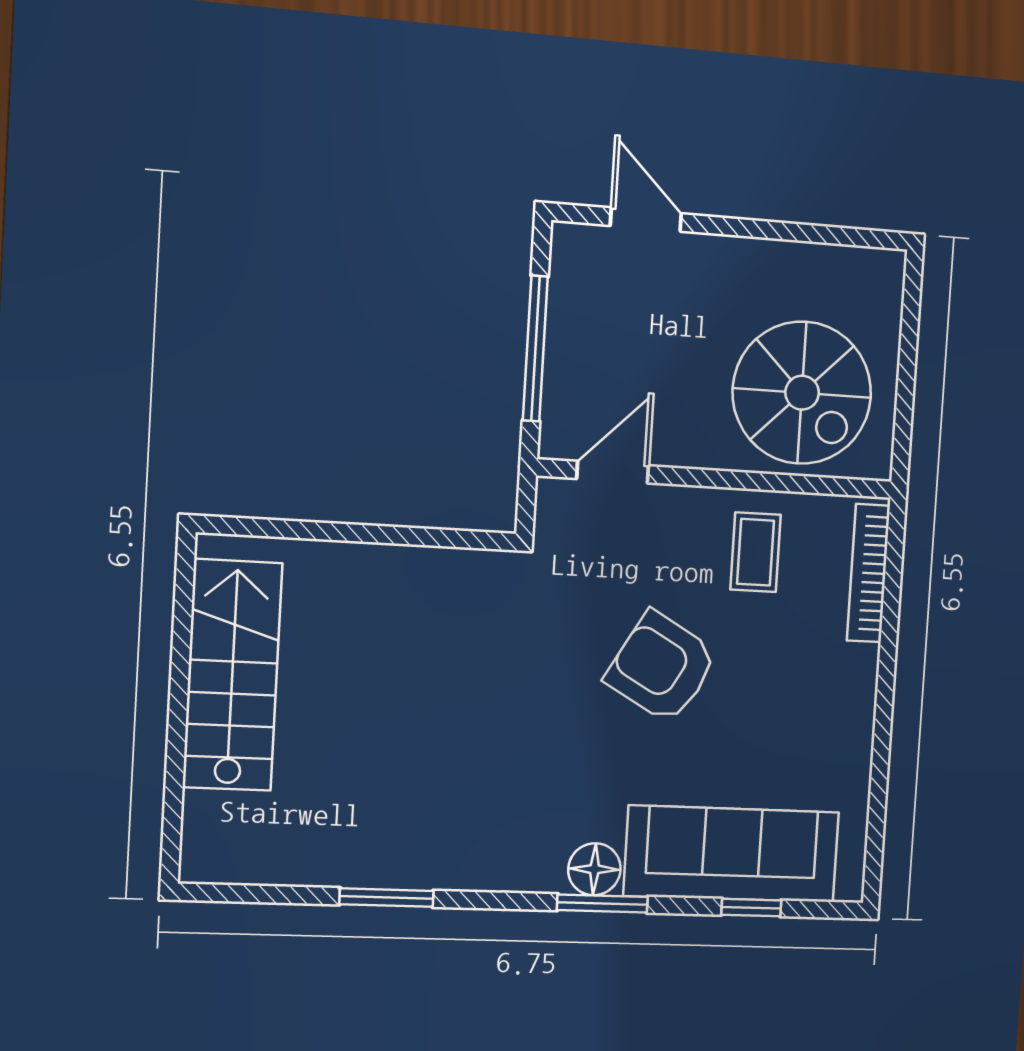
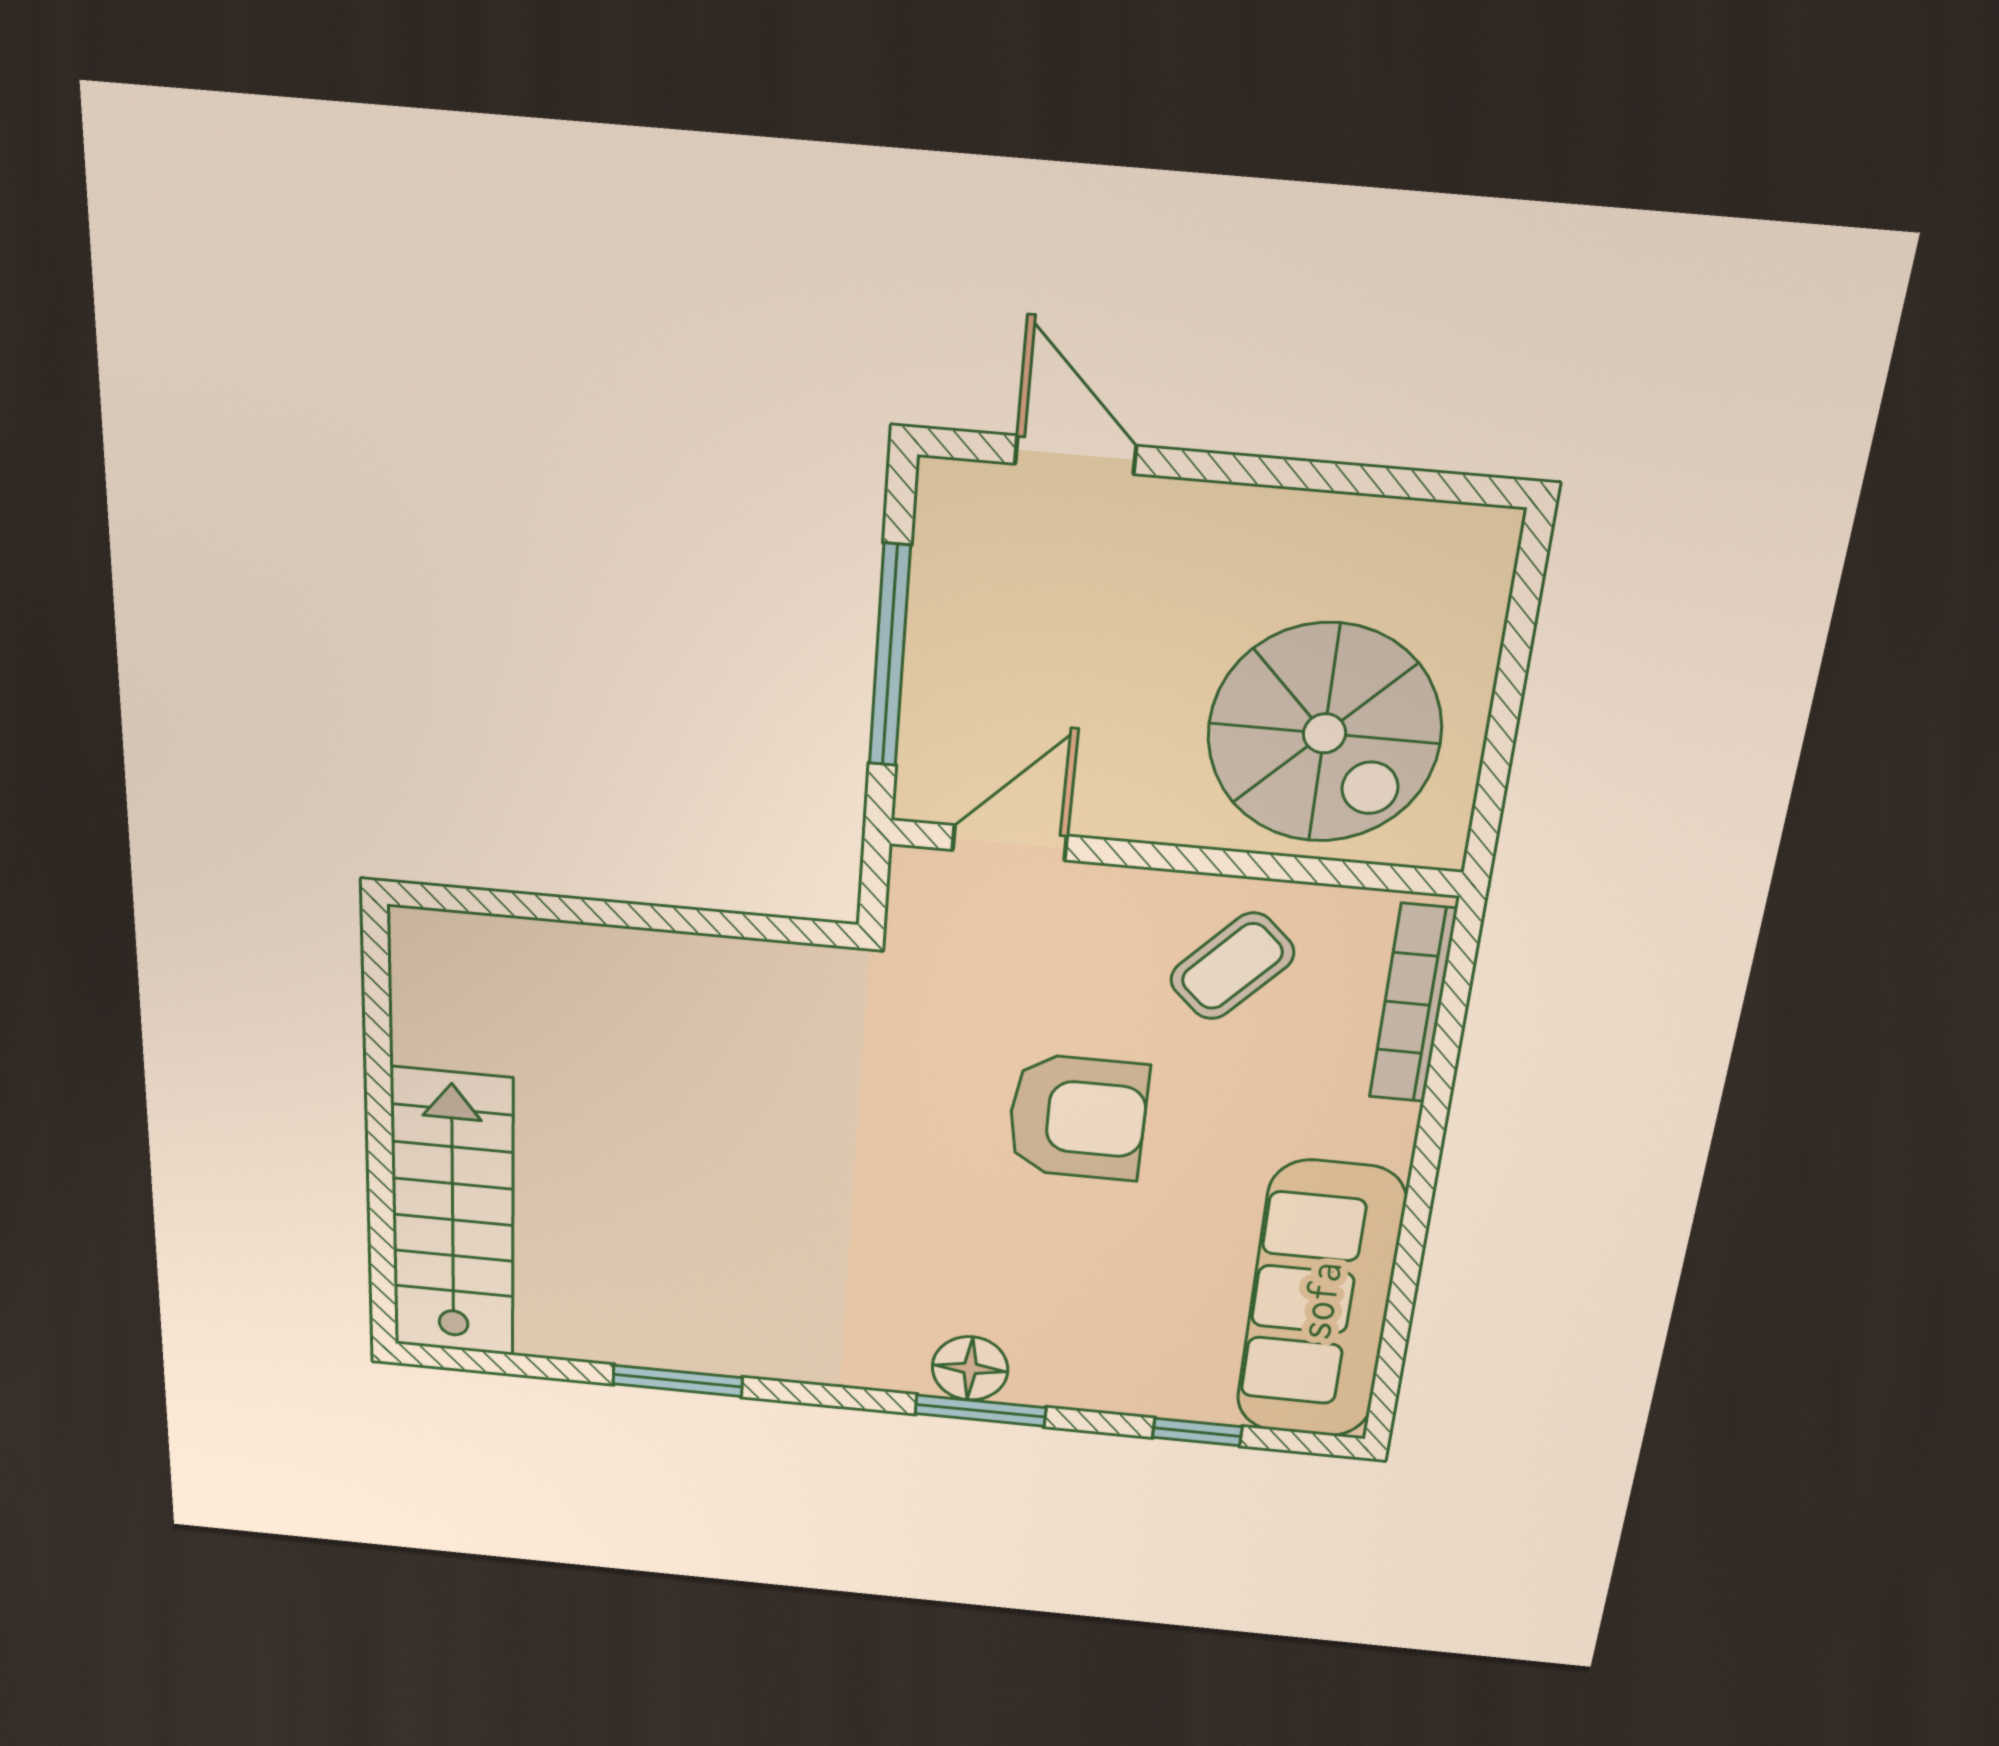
coffee table: (756, 552) -> (1232, 966), turned 43
armchair: (662, 667) -> (1077, 1117), turned 150
stairs: (232, 675) -> (453, 1214), moved
sofa: (732, 854) -> (1320, 1301), moved, turned -90

